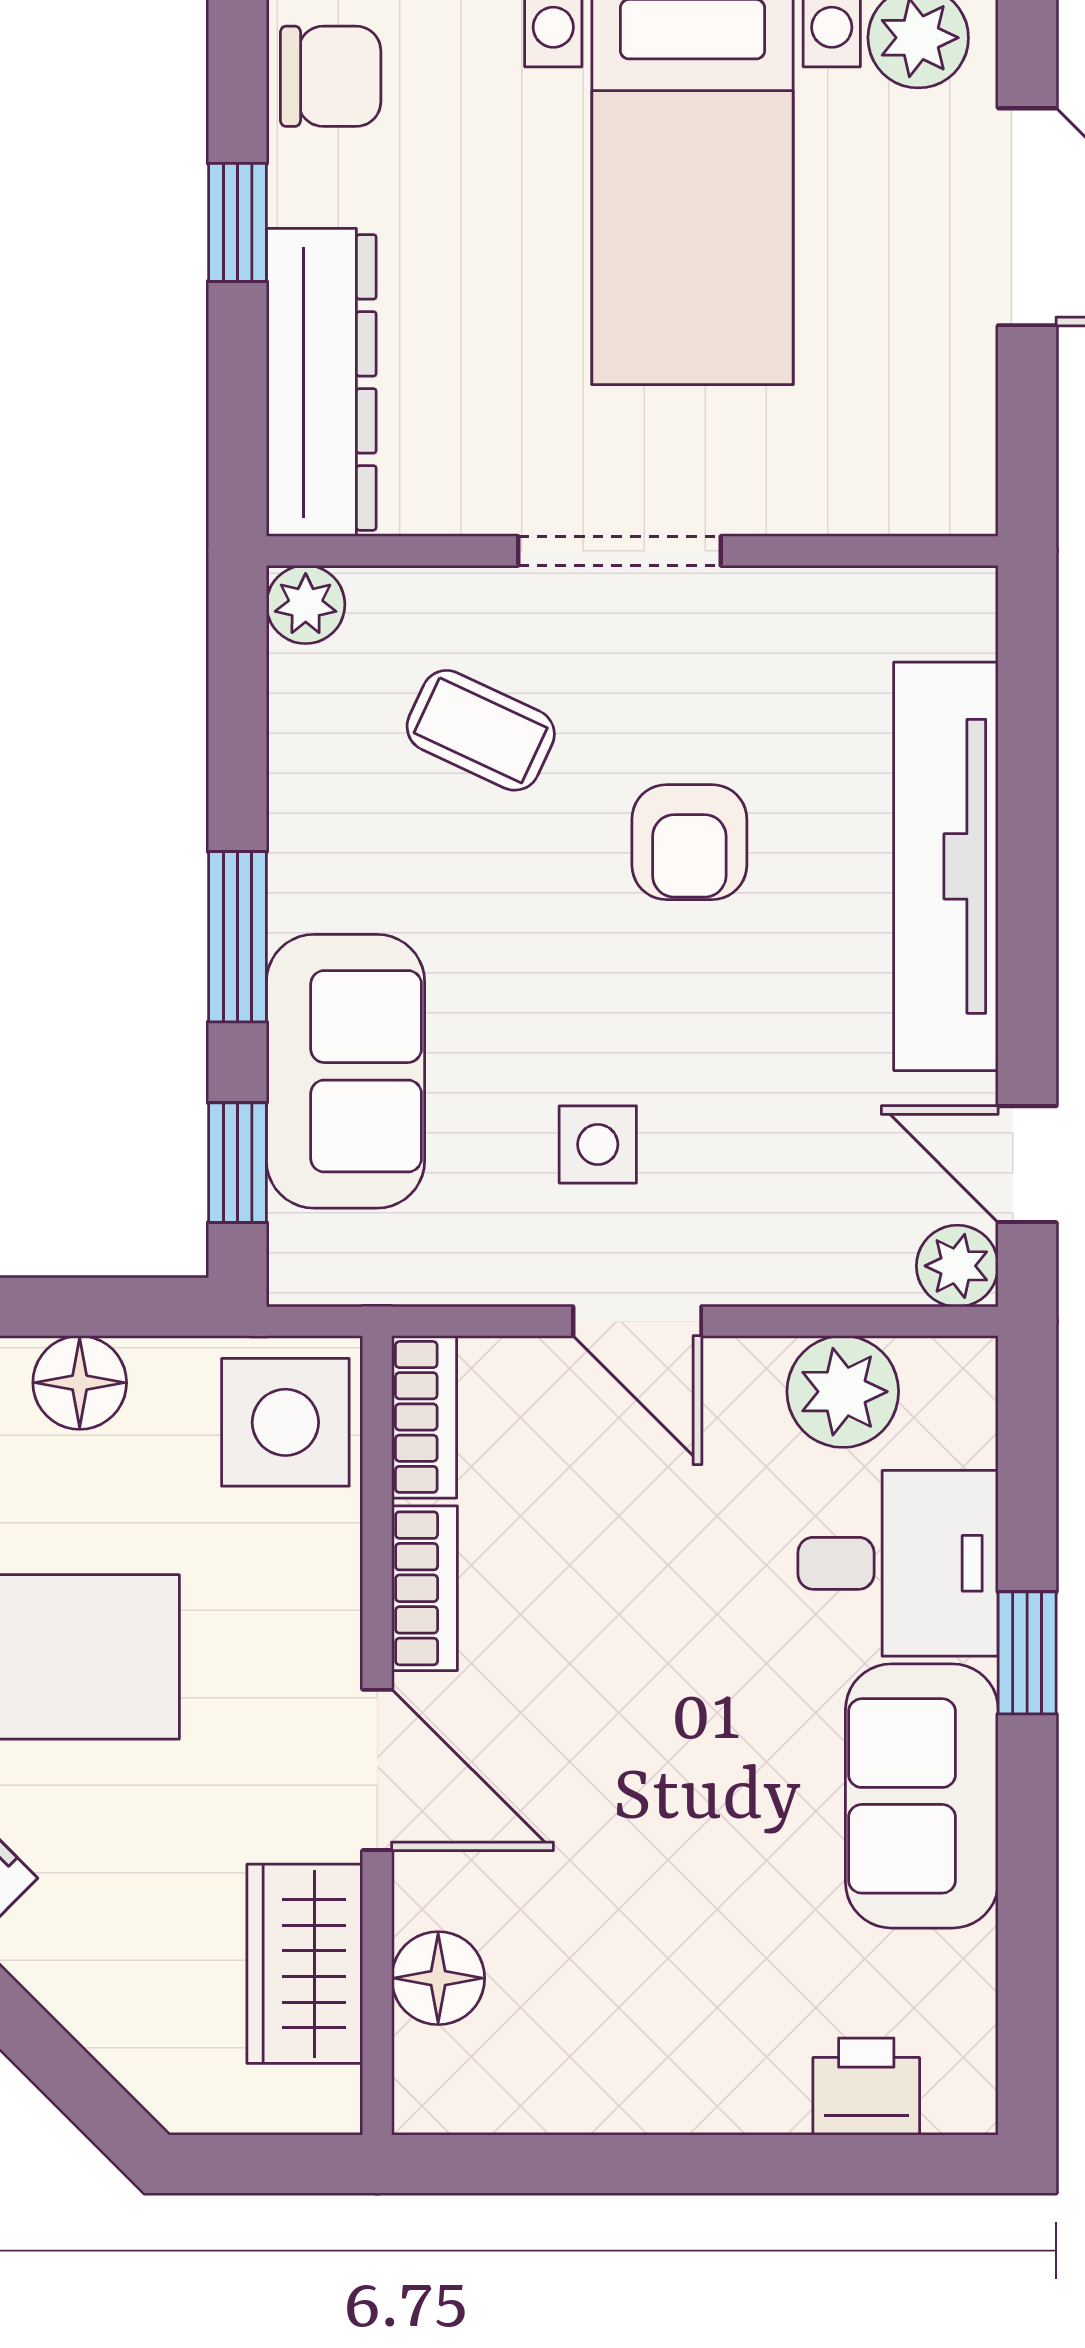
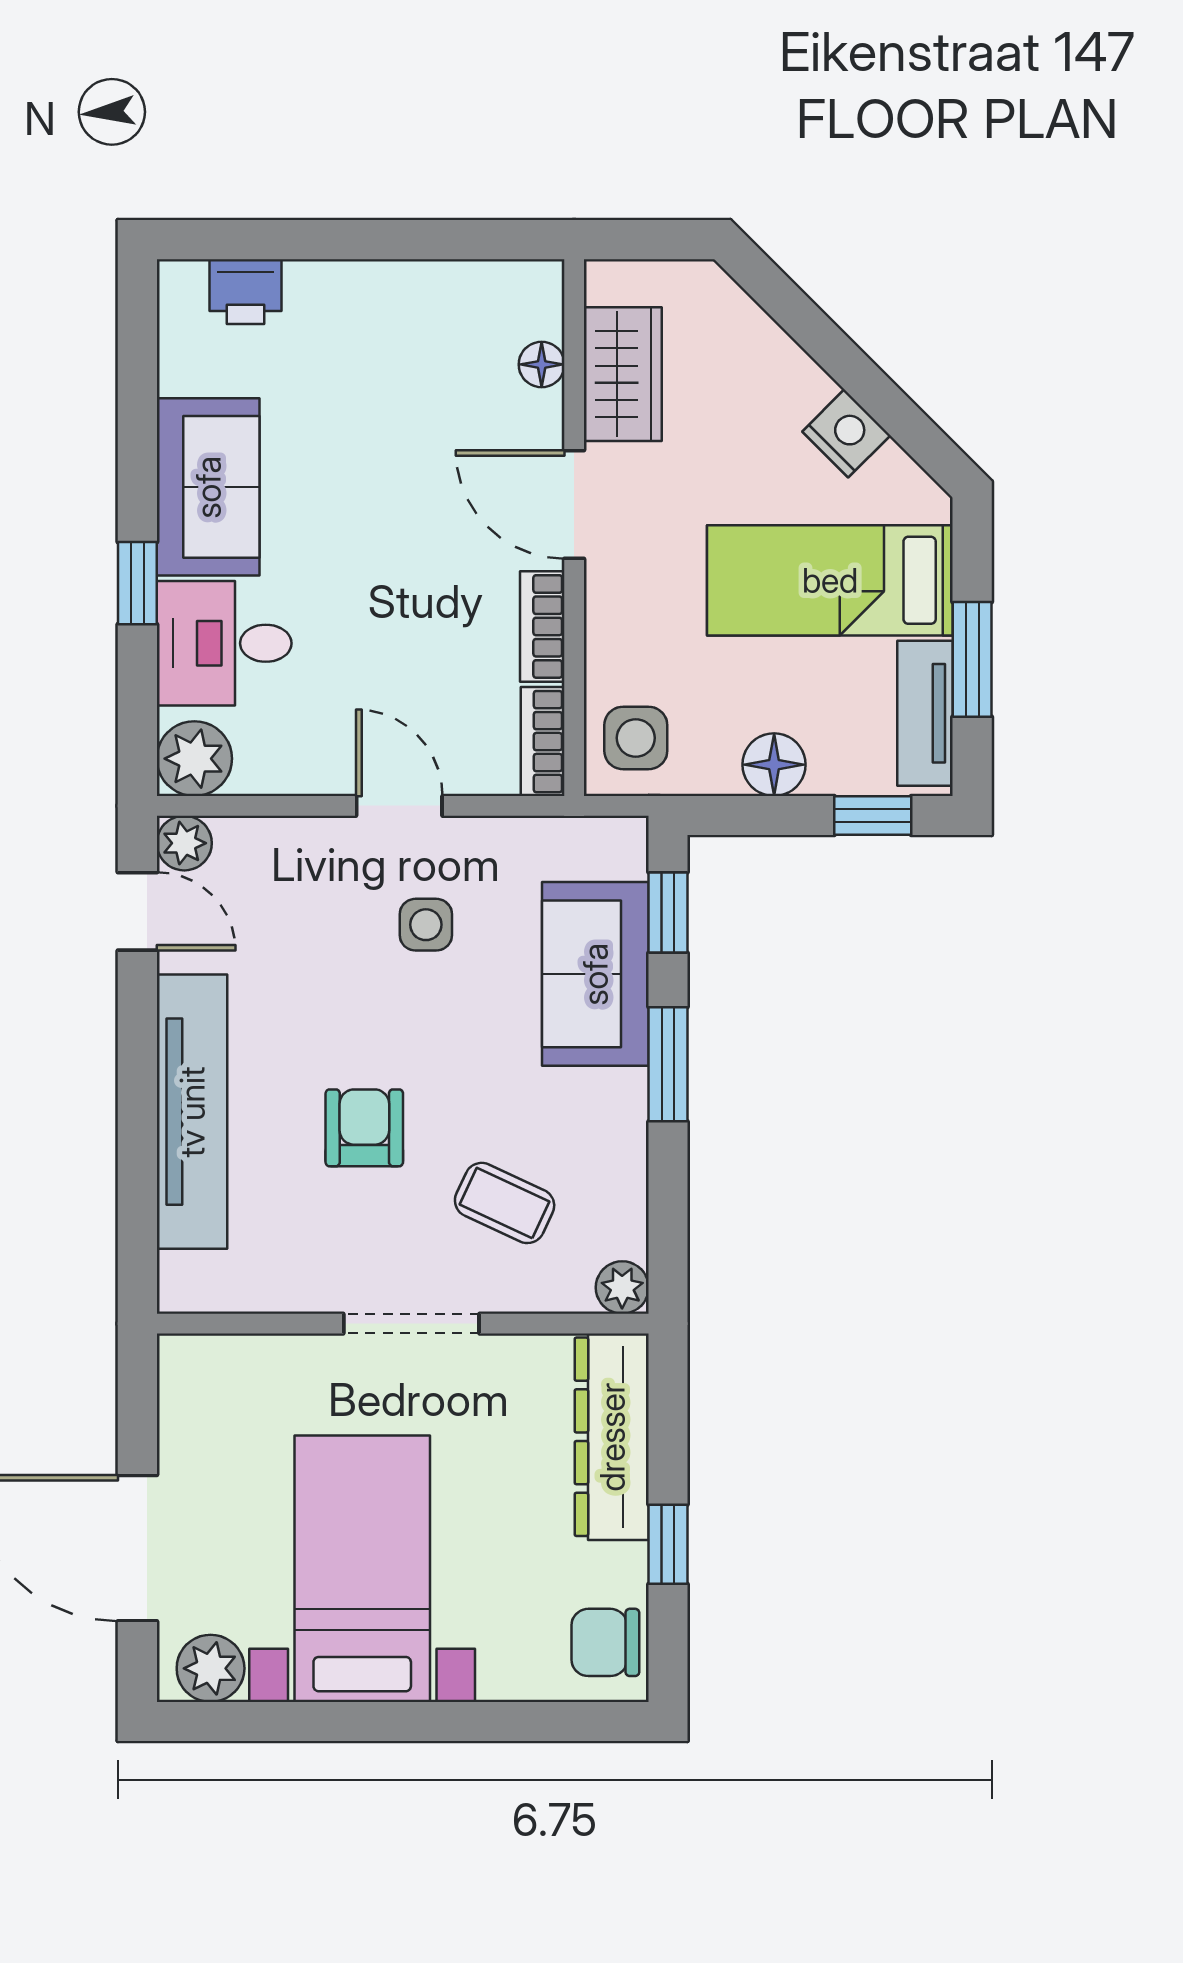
plant: (843, 1392) -> (194, 759), moved
side table: (285, 1422) -> (636, 738), width x0.73, depth x0.73
floor lamp: (438, 1978) -> (542, 364), width x0.73, depth x0.73

